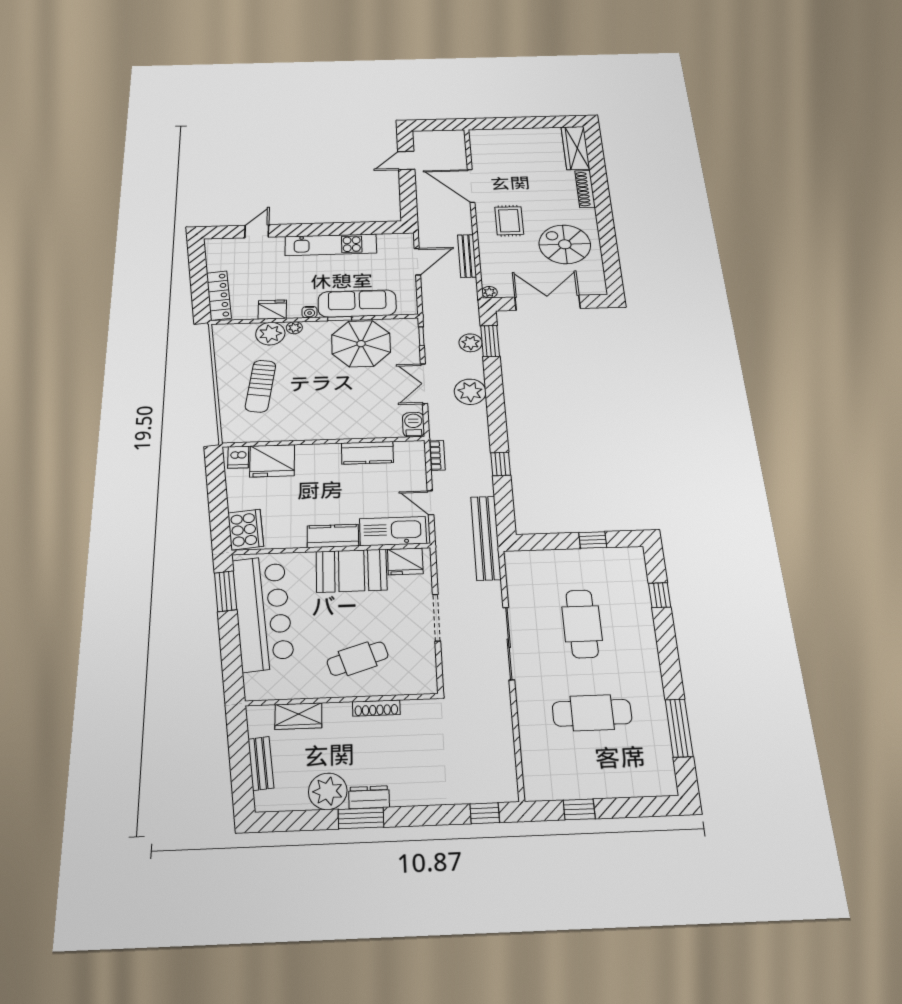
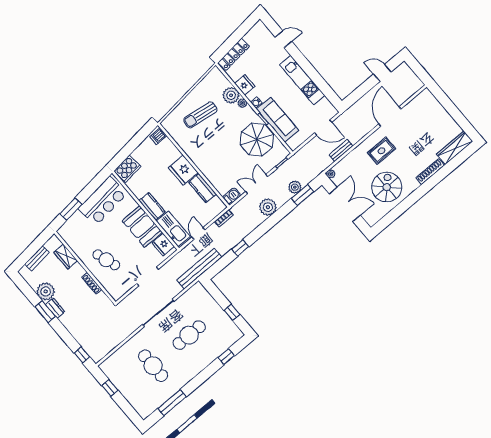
bench: (467, 256) -> (341, 150), width x0.73
fridge: (272, 461) -> (183, 170), moved
window: (226, 591) -> (71, 209), moved
bar counter: (263, 612) -> (103, 201), width x0.73

